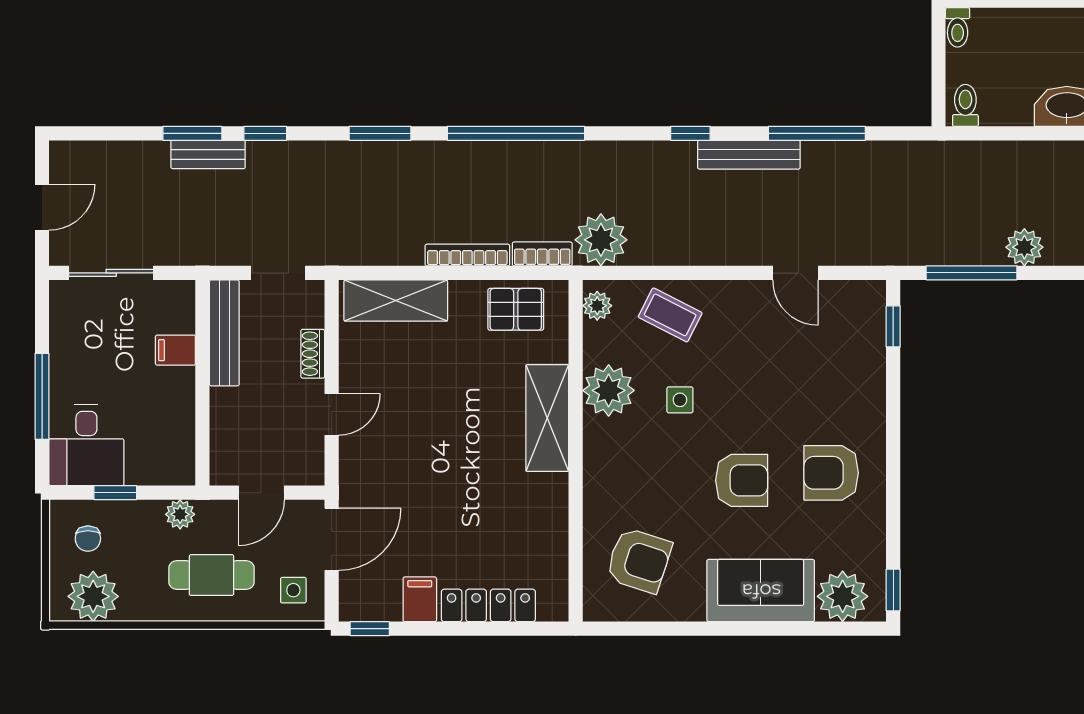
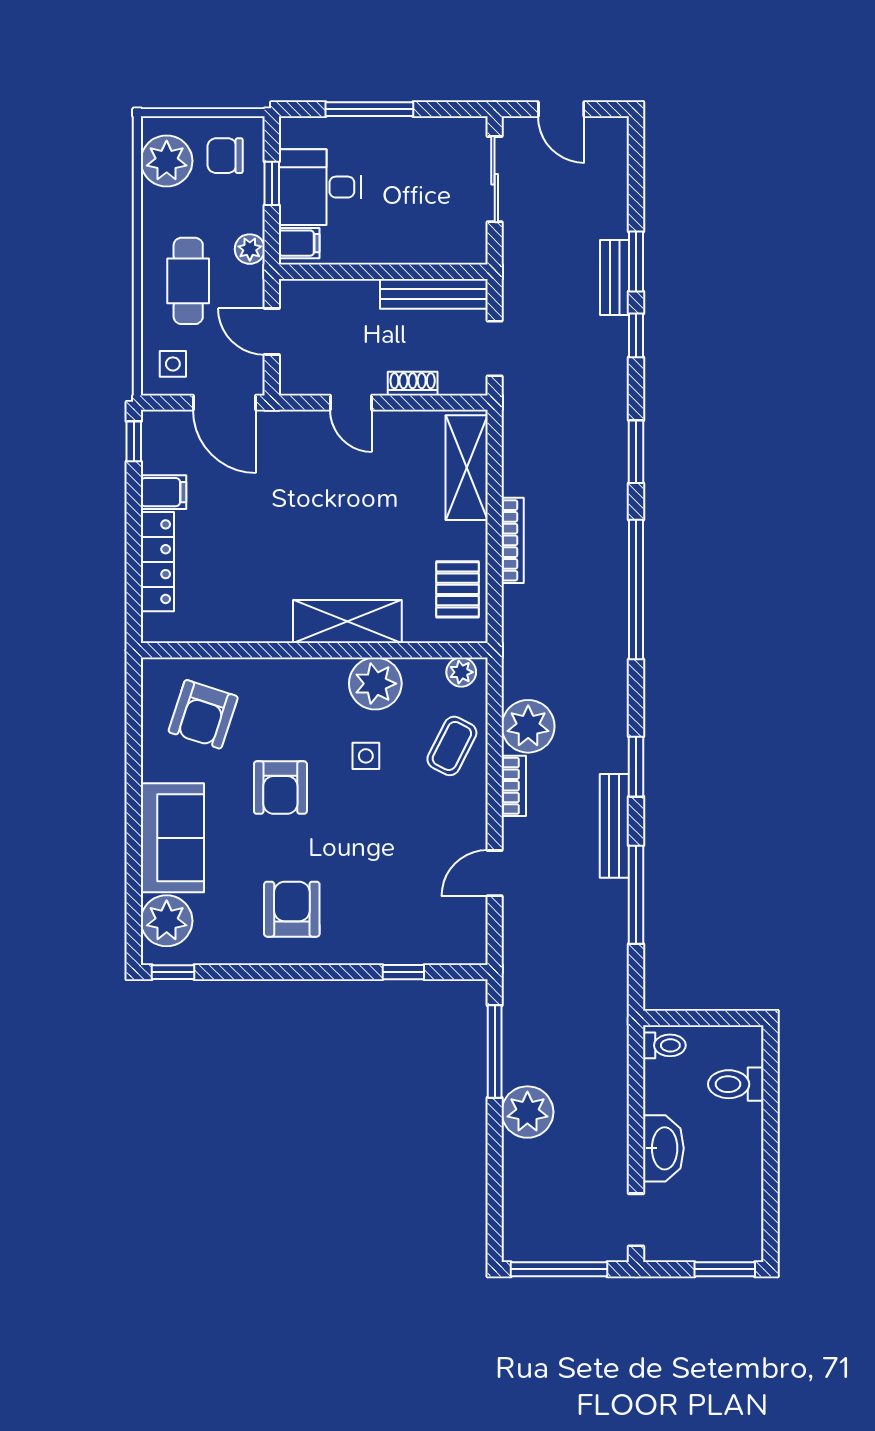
toilet: (958, 27) -> (736, 1084), moved, width x1.37, depth x1.39
window: (690, 133) -> (636, 767), width x1.50
plant: (601, 240) -> (528, 726), moved
plant: (1024, 247) -> (527, 1112), width x1.36, depth x1.36
bookcase: (542, 254) -> (514, 786), moved
window: (893, 326) -> (403, 972), moved
filing cabinet: (175, 350) -> (299, 243), moved, turned 90
desk: (86, 445) -> (320, 187), moved
armchair: (742, 480) -> (280, 788), moved
chair: (88, 539) -> (225, 156), width x1.37, depth x1.37

